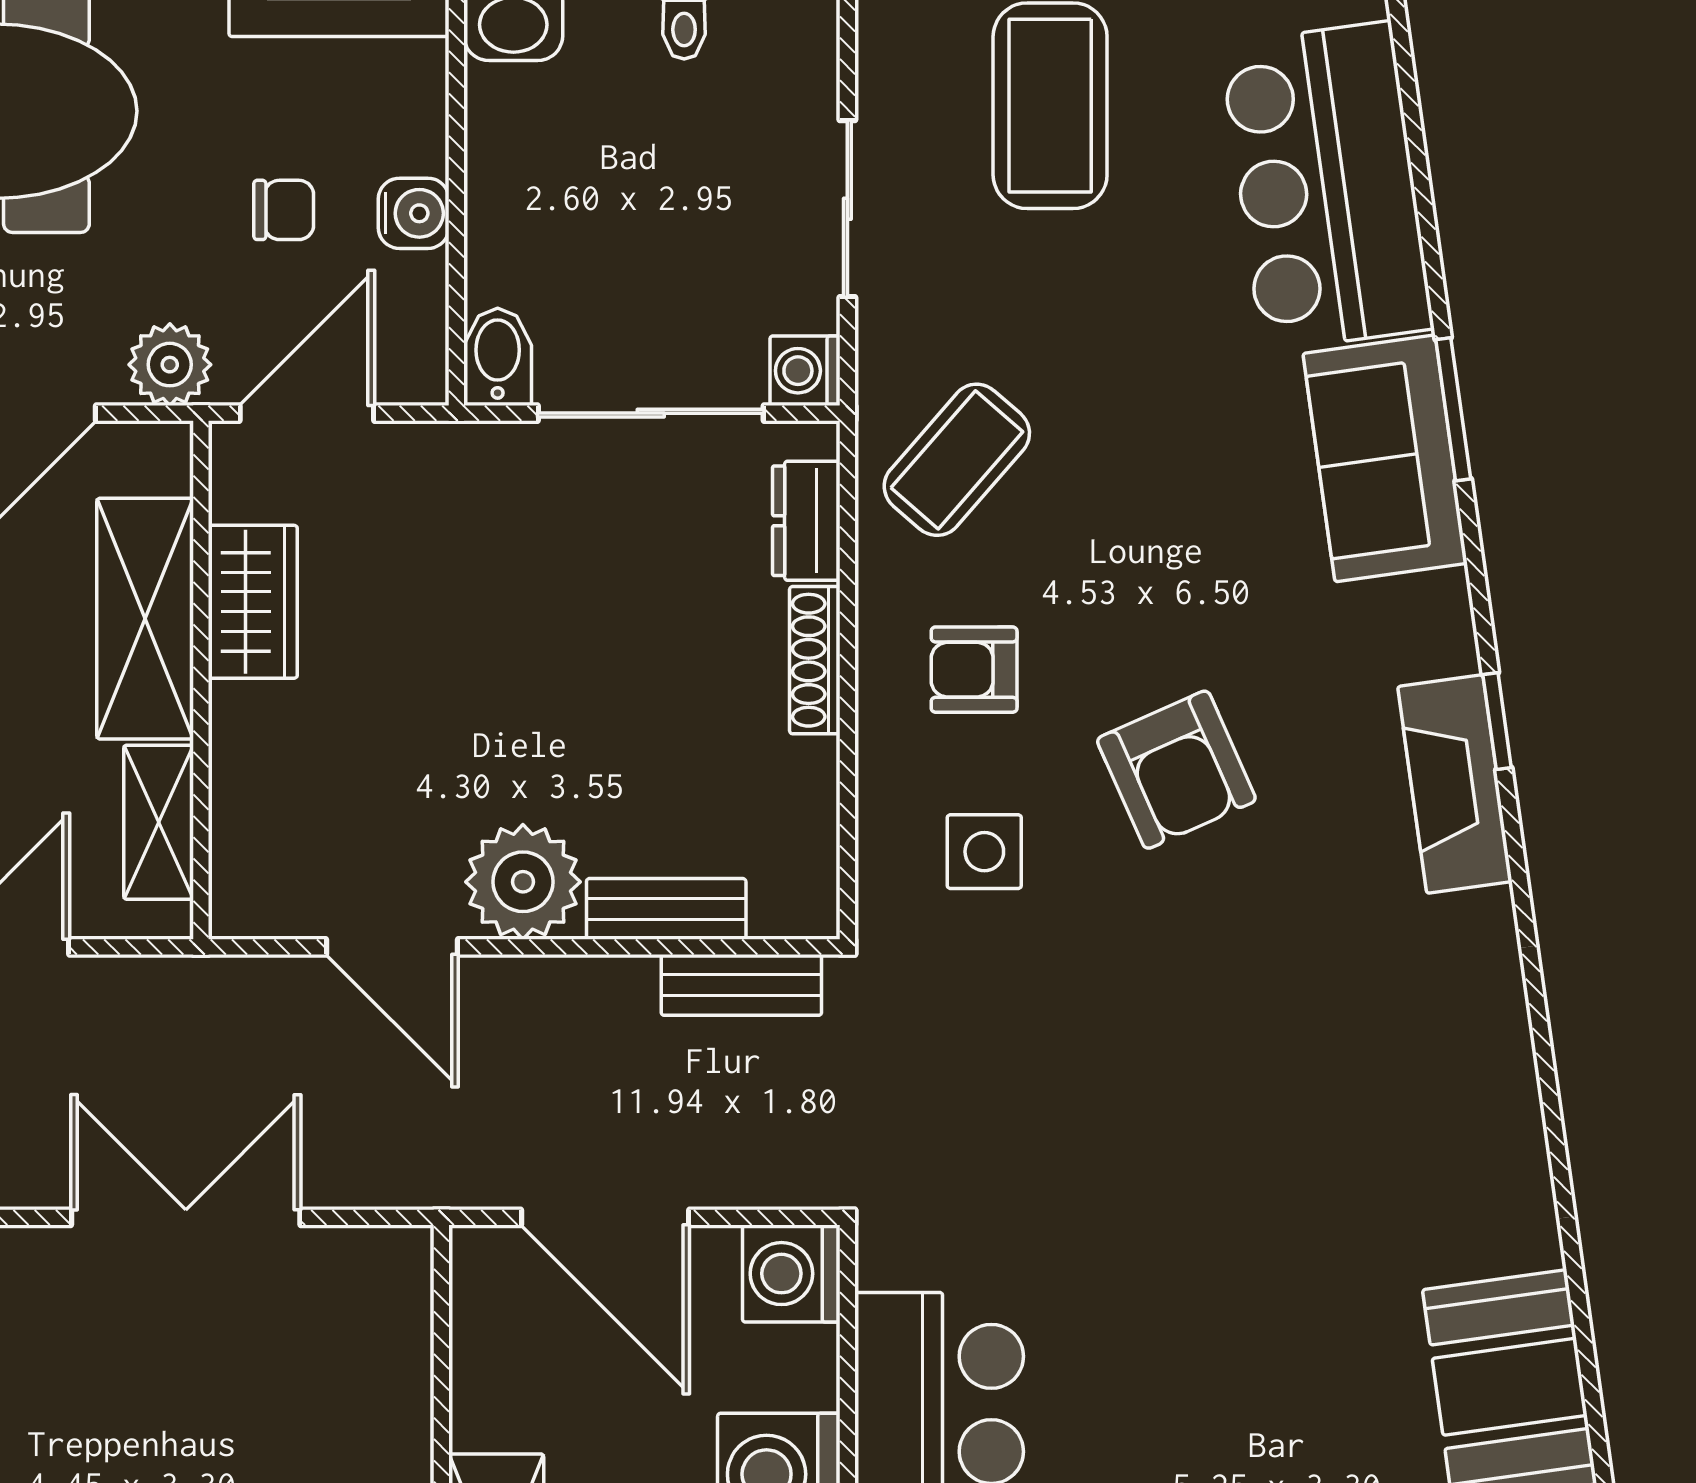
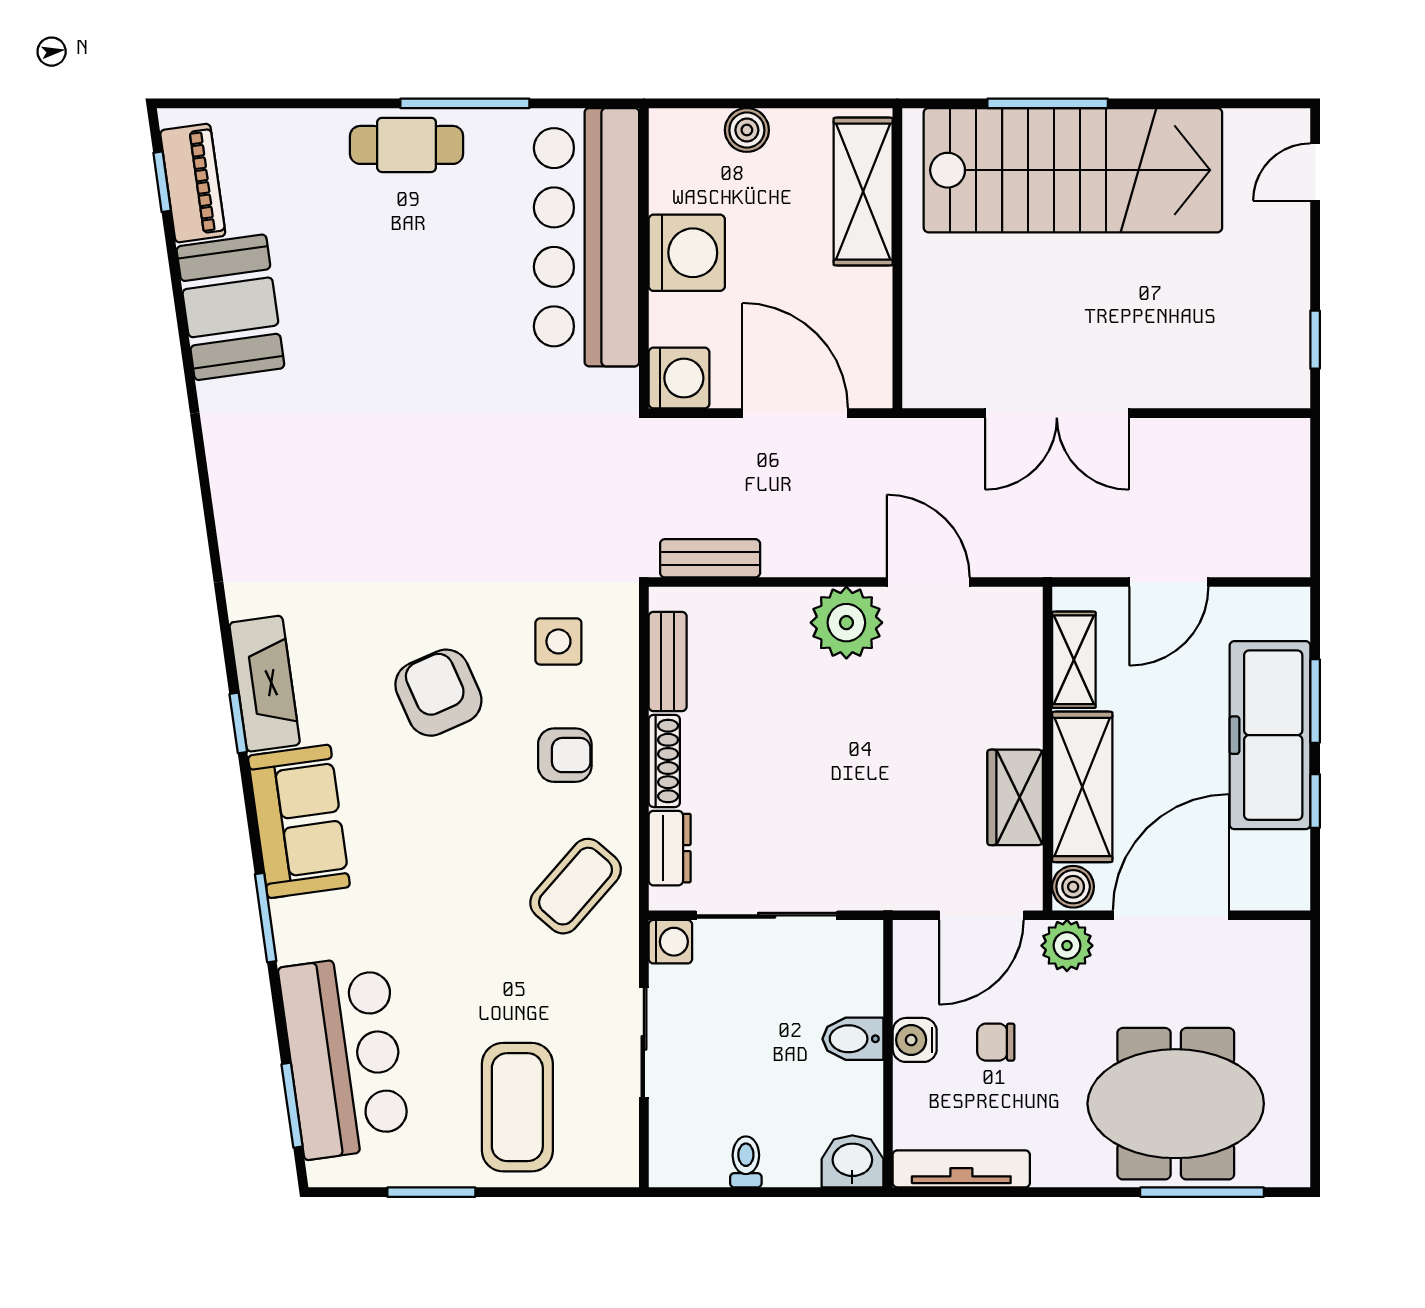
window: (1411, 109) -> (292, 1105), added
bidet: (498, 357) -> (853, 1039), moved, turned 90
sofa: (1385, 458) -> (299, 821), moved
boiler: (160, 459) -> (1073, 887), added
bench: (666, 909) -> (668, 661), moved, turned 90

